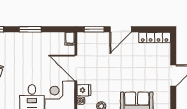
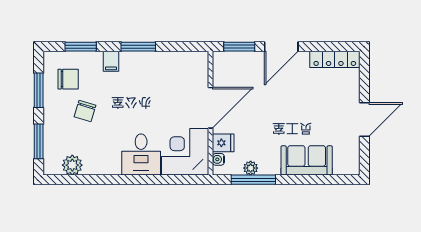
filing cabinet: (70, 39) -> (111, 61), moved
door: (76, 68) -> (210, 108), swing flipped

